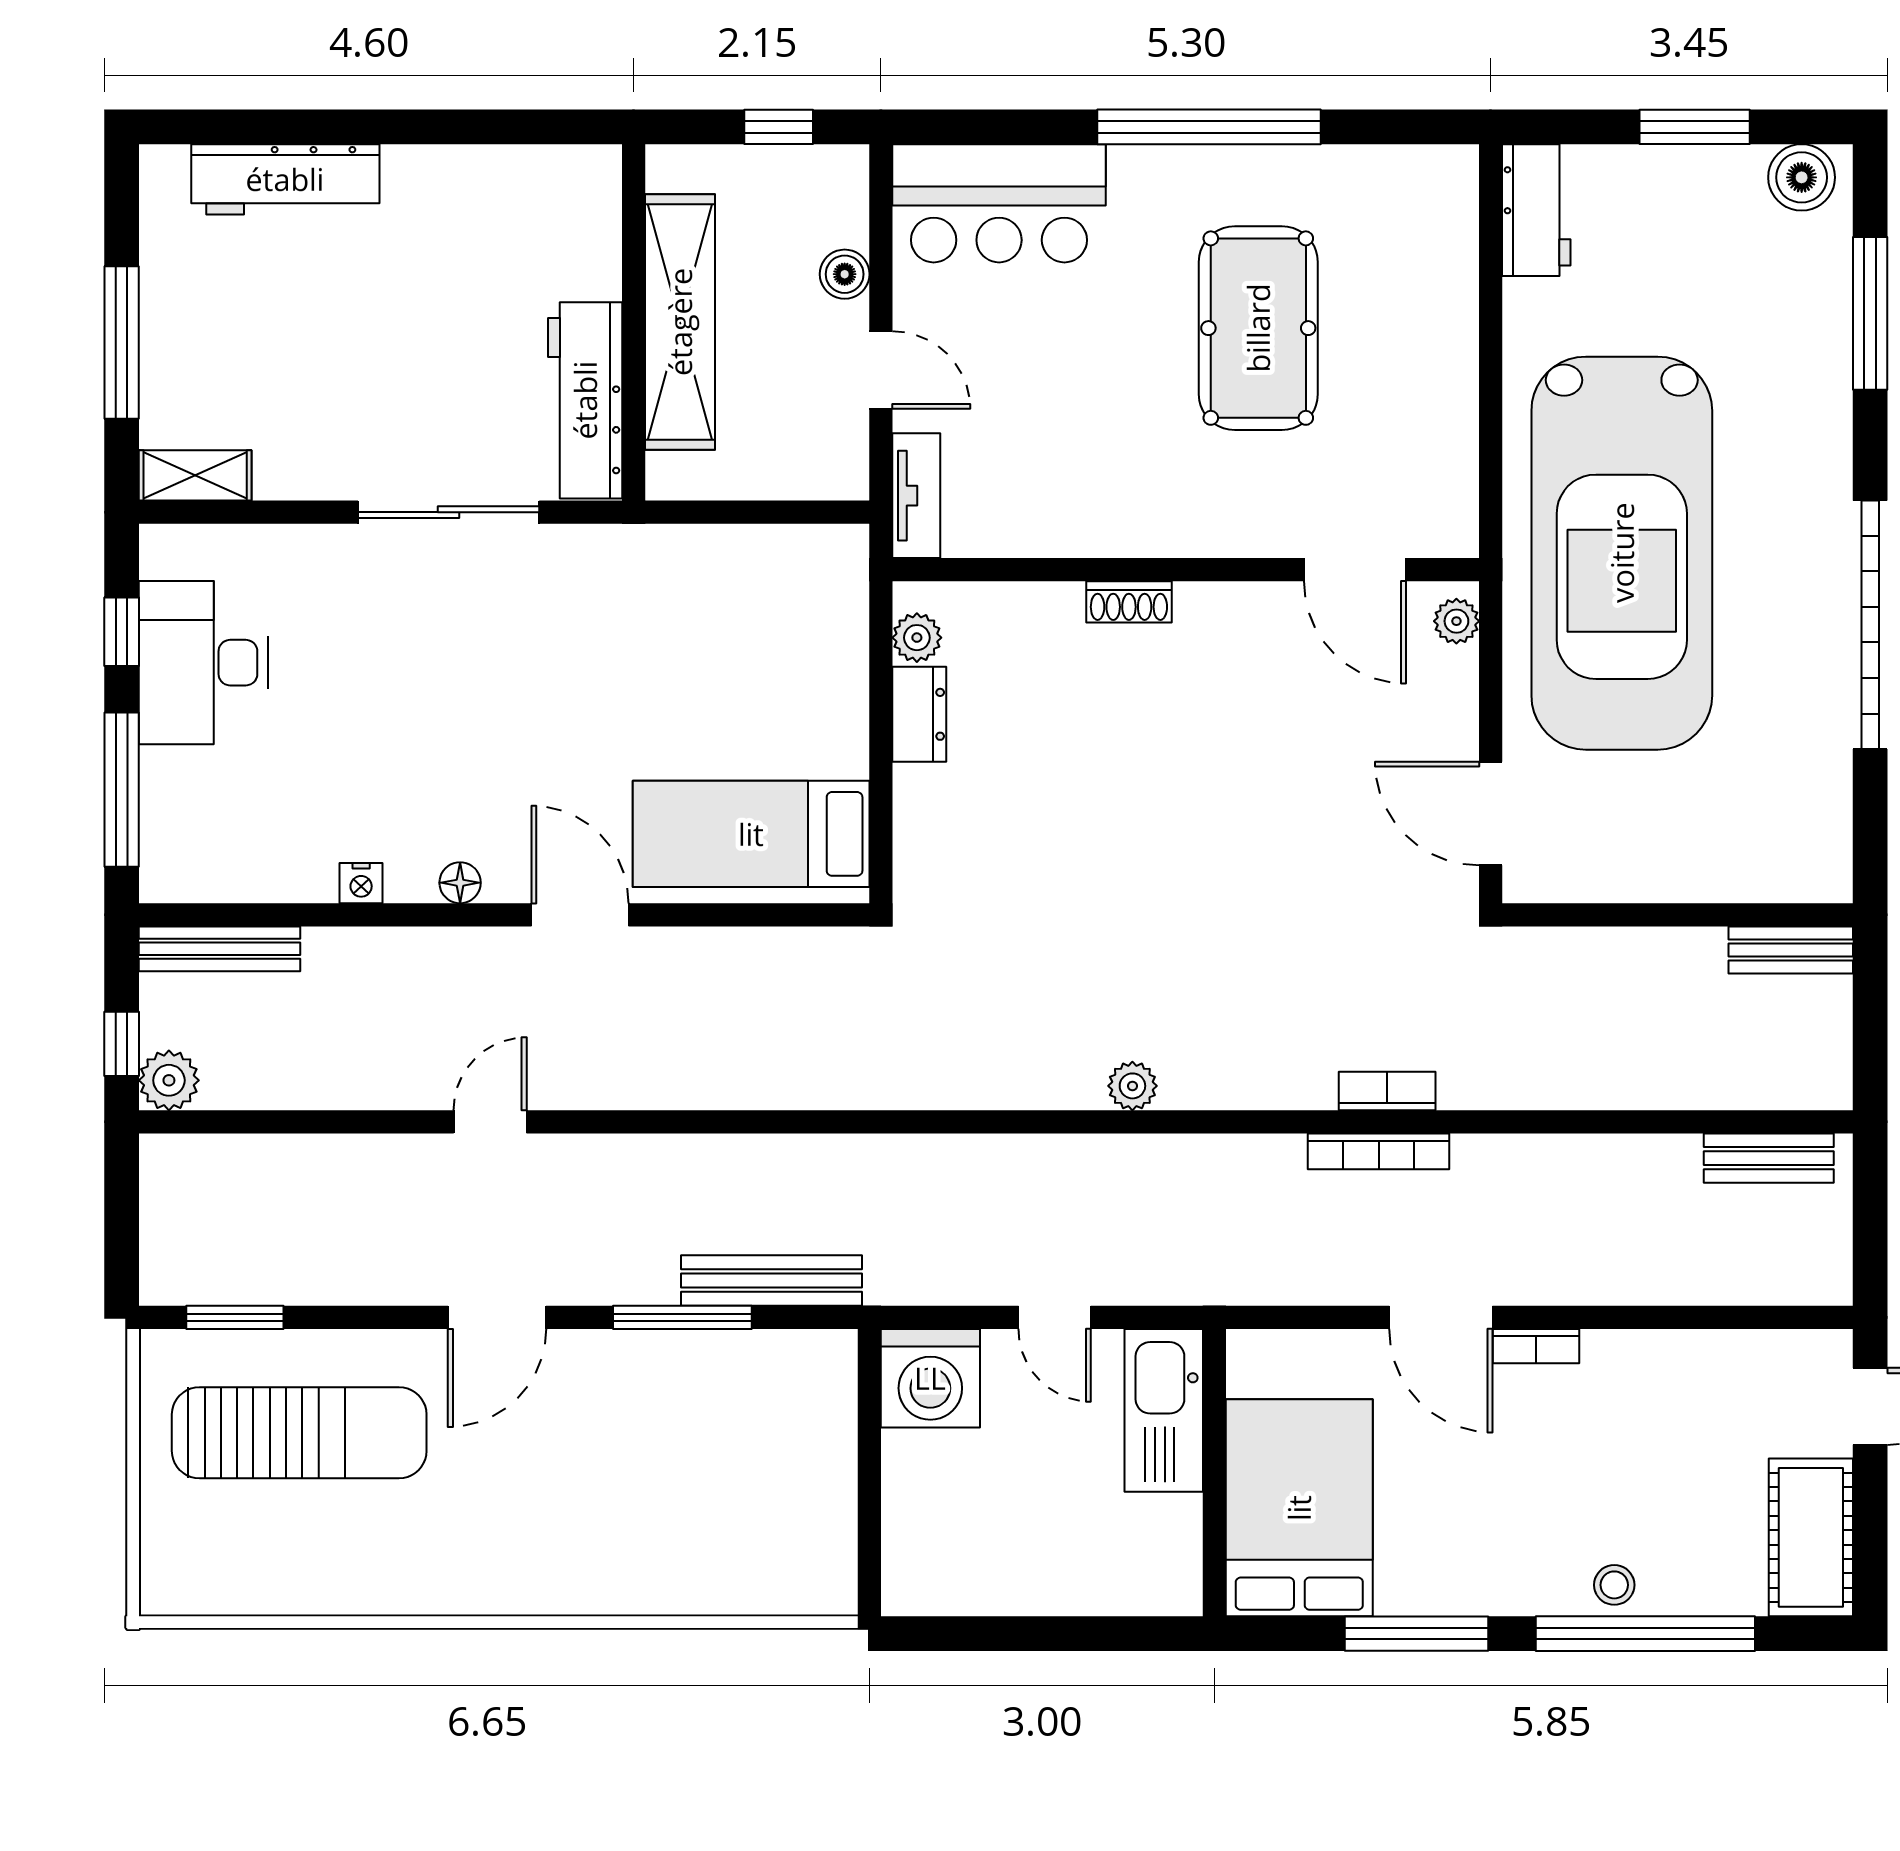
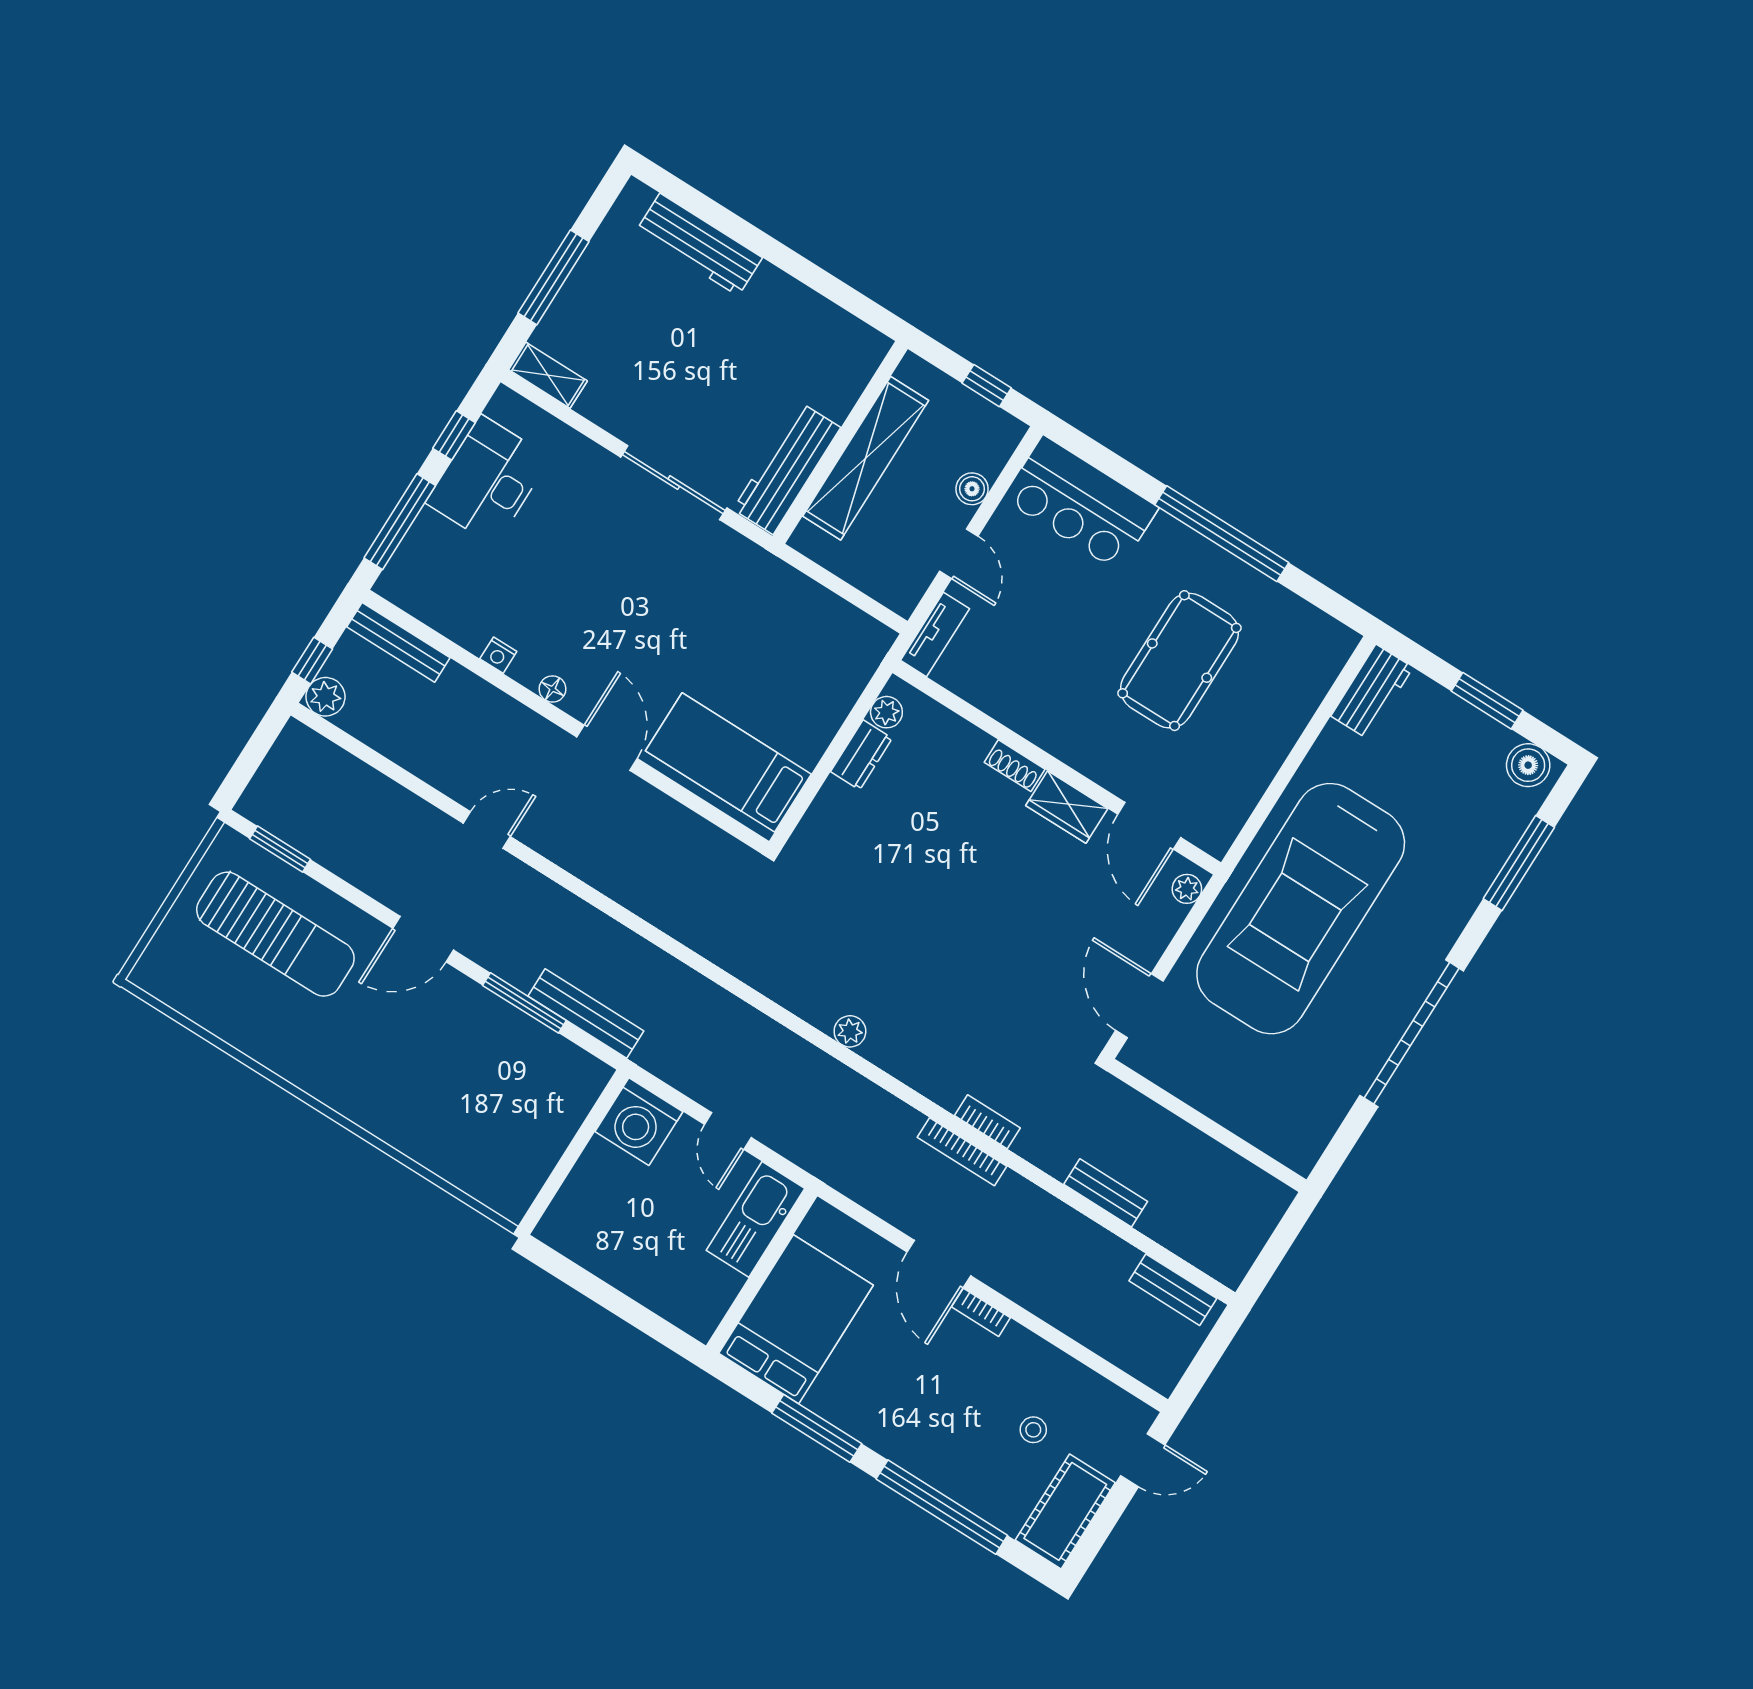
wardrobe: (1231, 613) -> (1067, 807), added
bench: (1791, 950) -> (1106, 1193), moved
stool: (1614, 1585) -> (1033, 1430), moved

